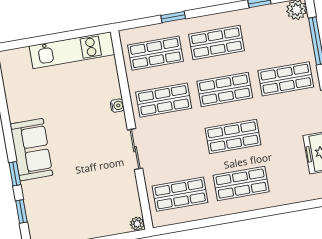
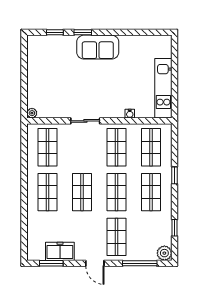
window: (173, 17) -> (175, 175), moved
water cooler: (117, 106) -> (130, 114), moved

